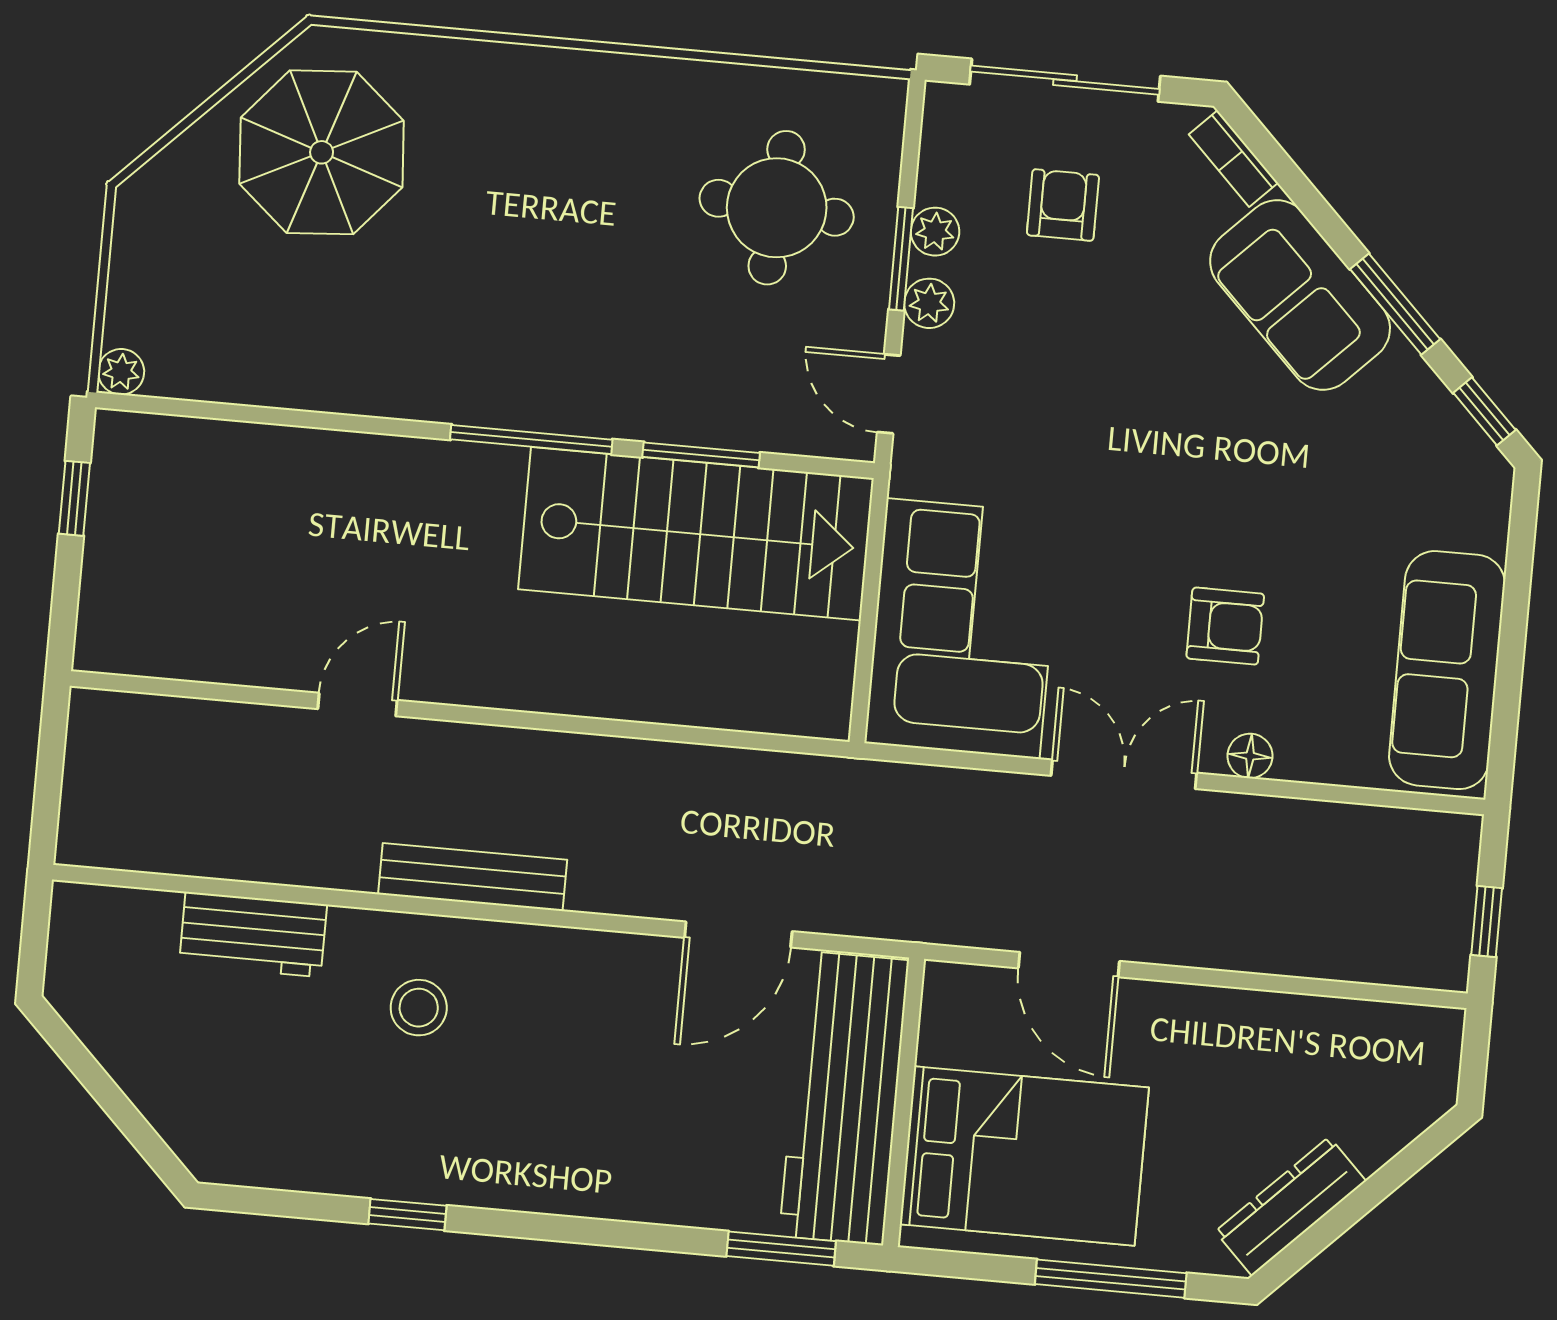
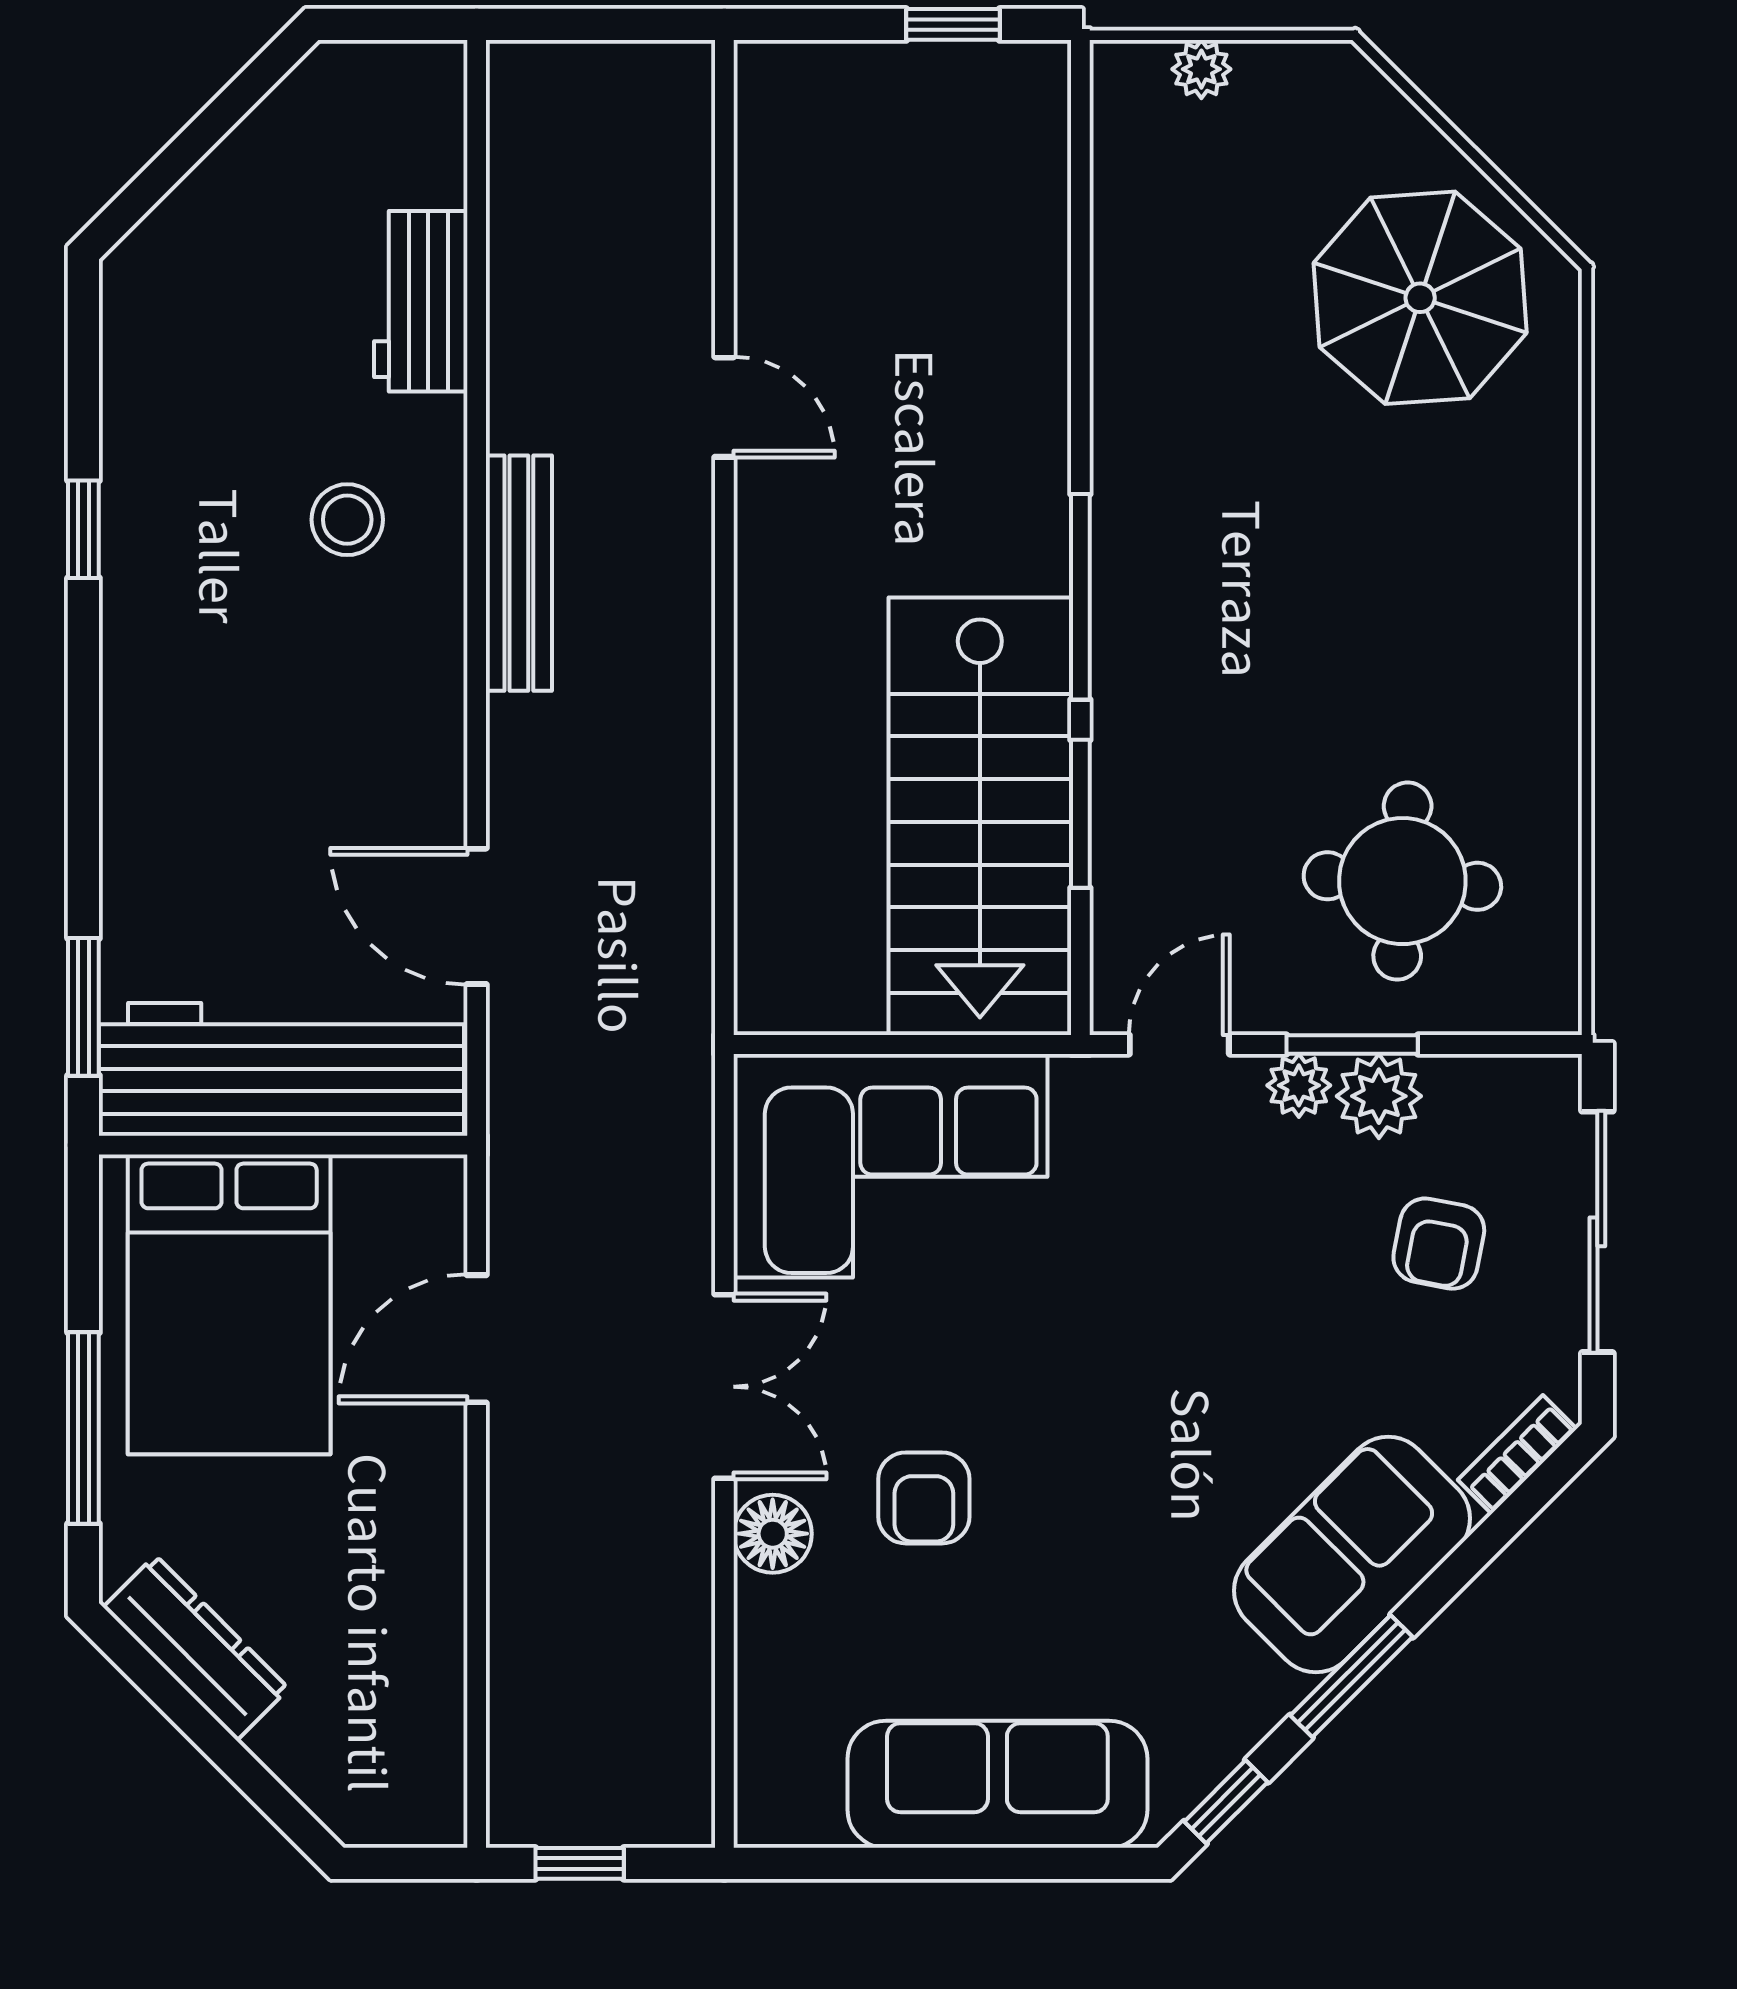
armchair: (1063, 205) -> (1439, 1244), turned 101
plant: (935, 232) -> (1379, 1096), width x1.38, depth x1.38
plant: (121, 372) -> (1201, 69), moved
sofa: (1447, 670) -> (997, 1784), moved
floor lamp: (1250, 756) -> (773, 1534), width x1.37, depth x1.37

